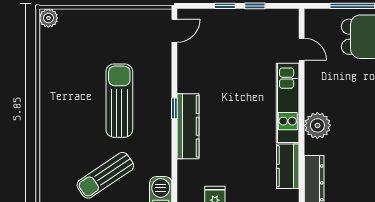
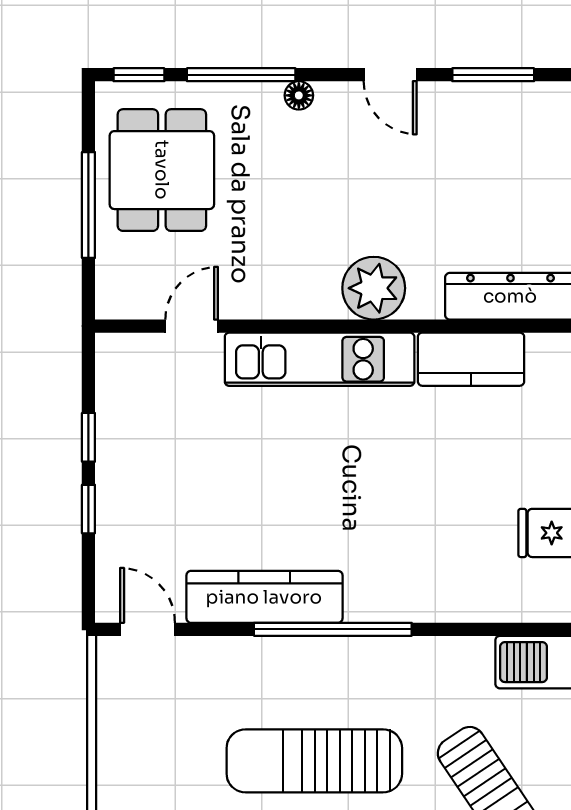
window: (174, 108) -> (333, 629), width x3.17
kitchen counter: (188, 126) -> (264, 597), moved

